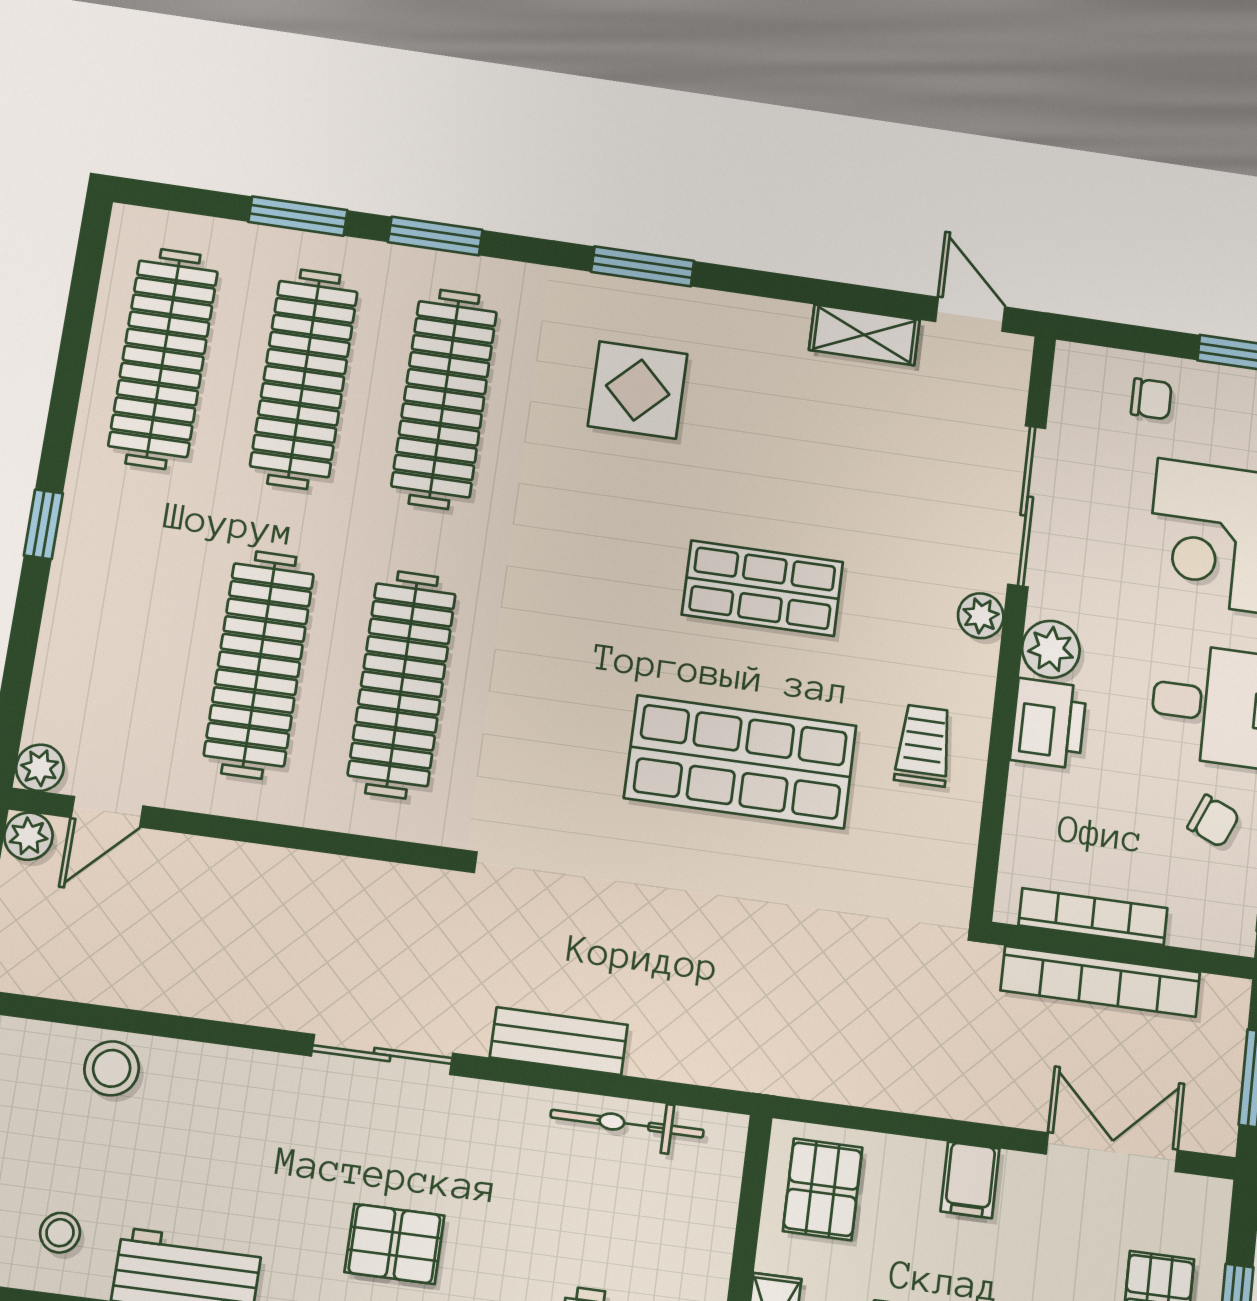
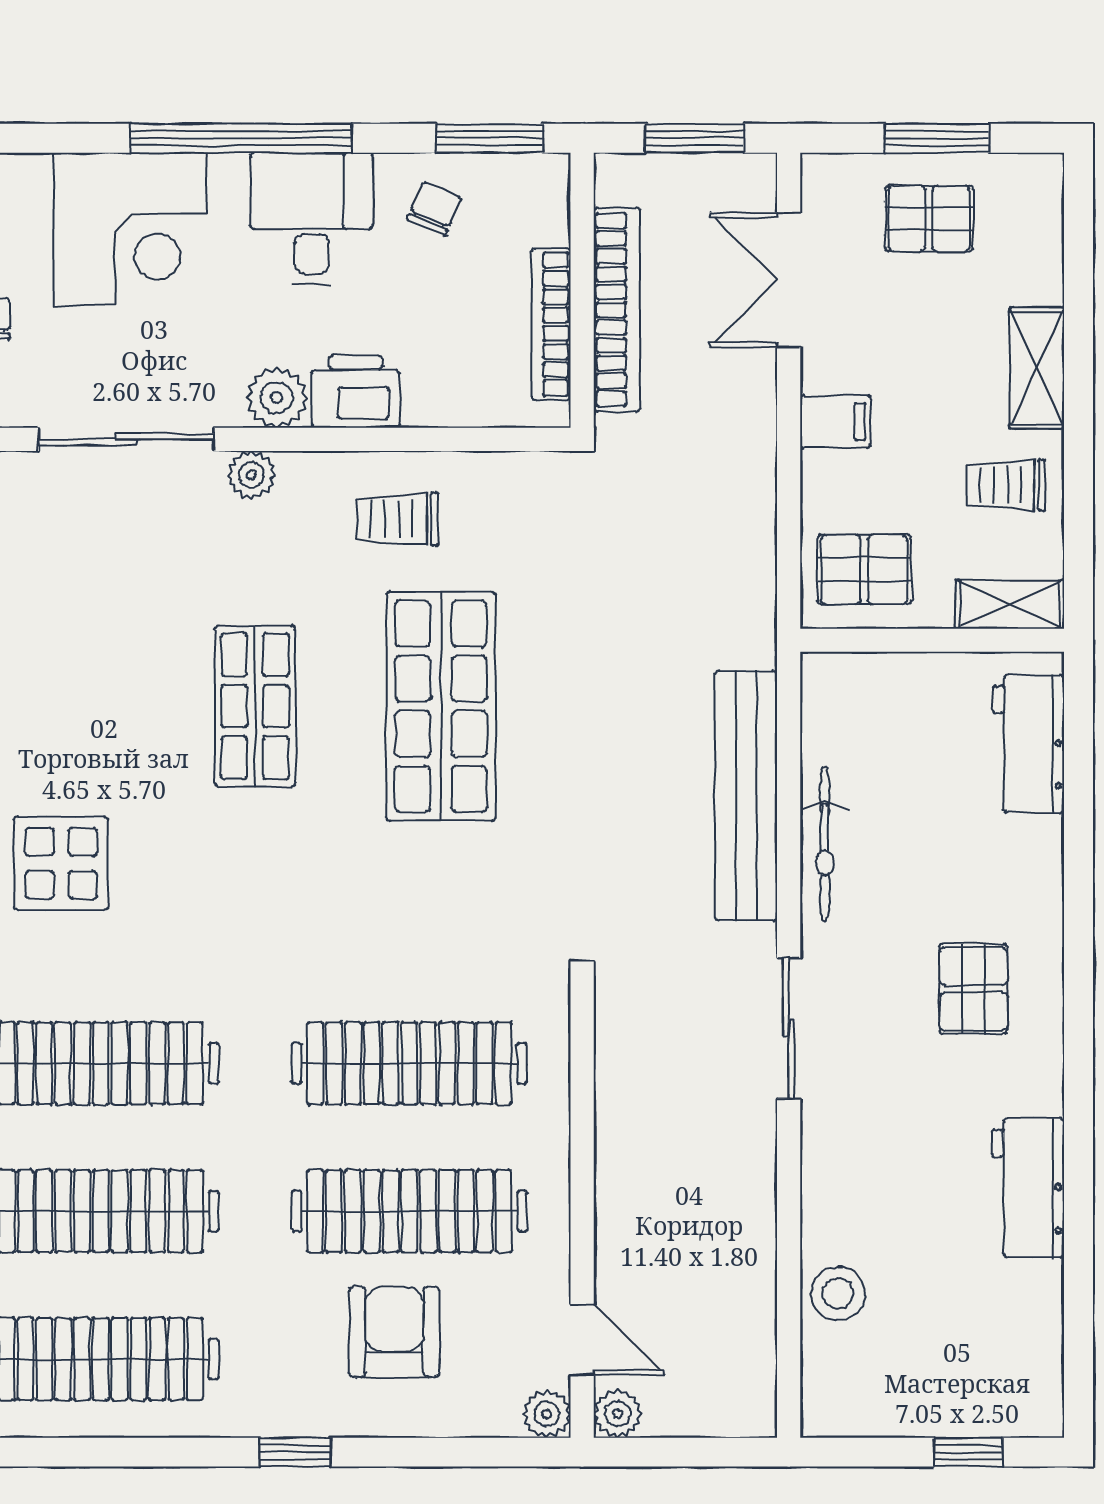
armchair: (144, 634) -> (394, 1332), added
bench: (559, 1041) -> (746, 796), width x1.86, depth x1.21
bicycle: (627, 1124) -> (825, 844), moved
stool: (60, 1233) -> (1005, 1318), removed

